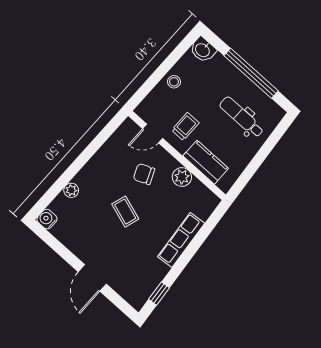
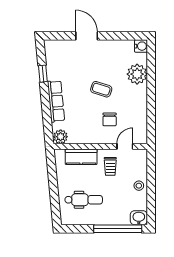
window: (251, 73) -> (118, 229), moved
chair: (144, 174) -> (110, 119), turned 113
plant: (182, 177) -> (61, 137), moved
plant: (71, 190) -> (137, 74), width x1.87, depth x1.87
window: (159, 294) -> (43, 74), moved

